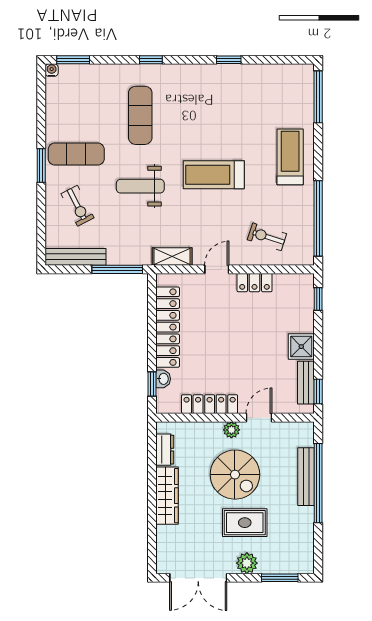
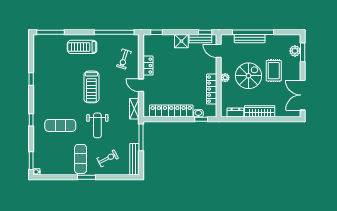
door: (259, 418) -> (219, 51), moved
plant: (247, 563) -> (295, 51), moved
double door: (198, 578) -> (303, 95), swing flipped

